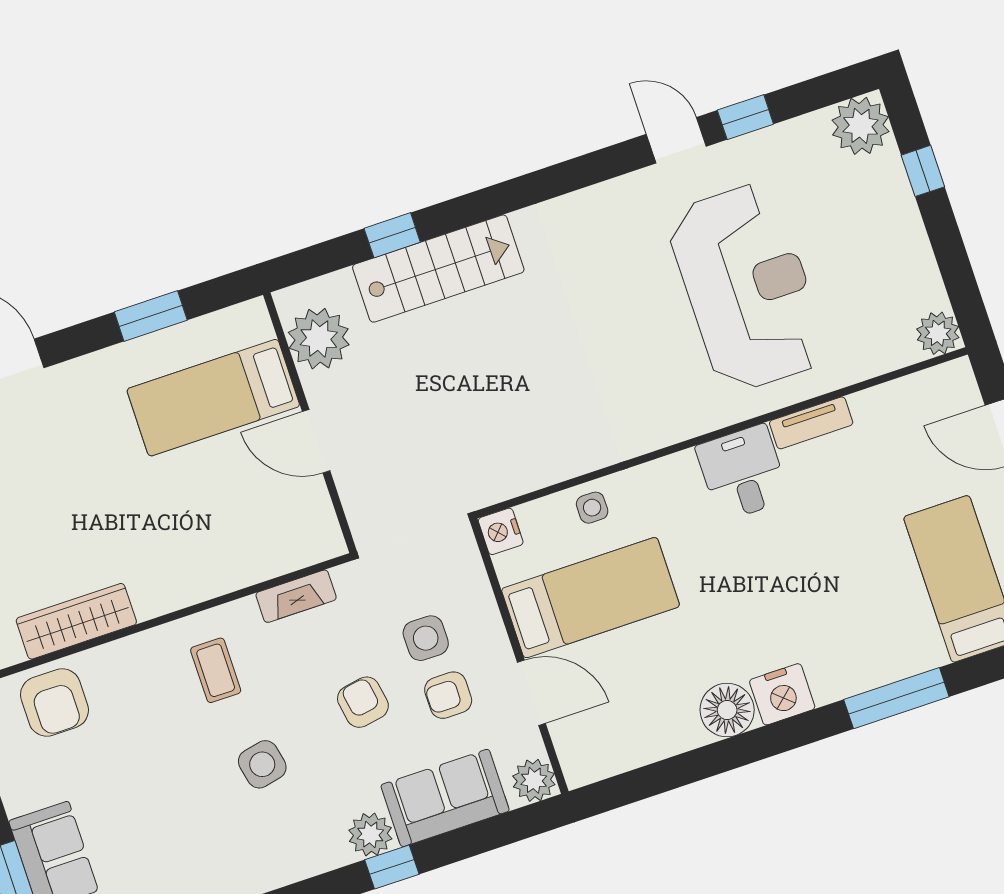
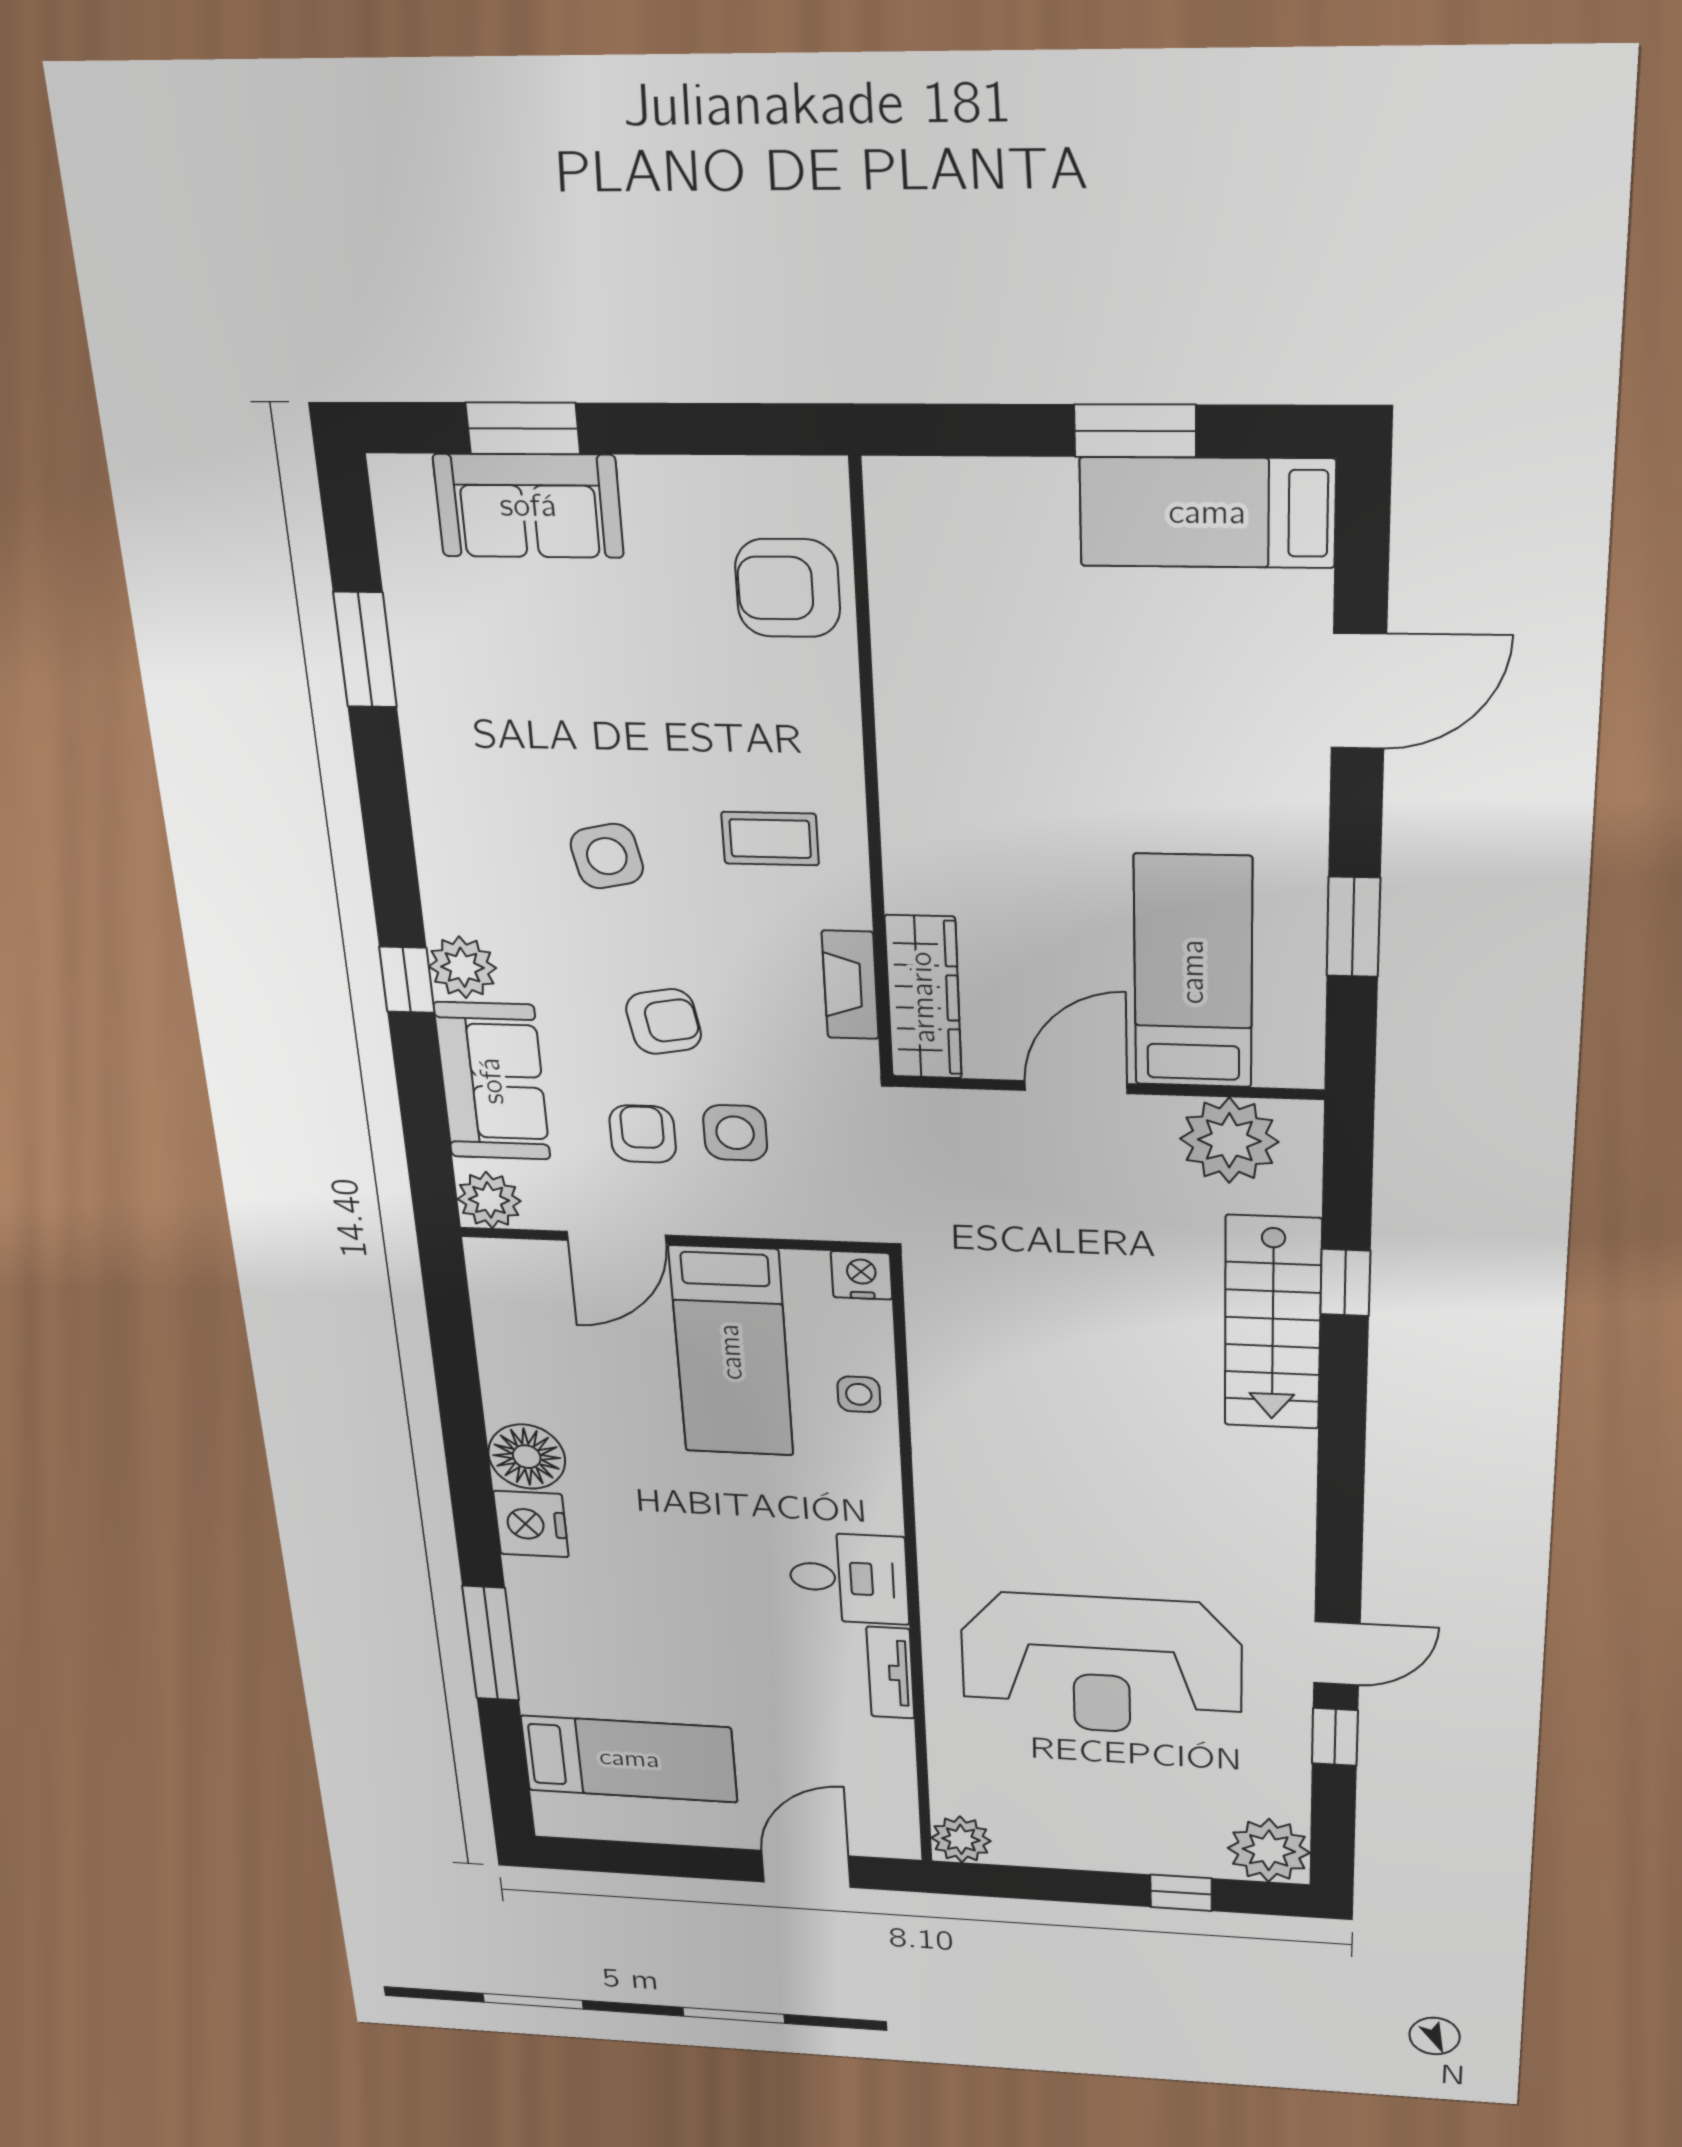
wardrobe: (76, 621) -> (923, 997), moved

